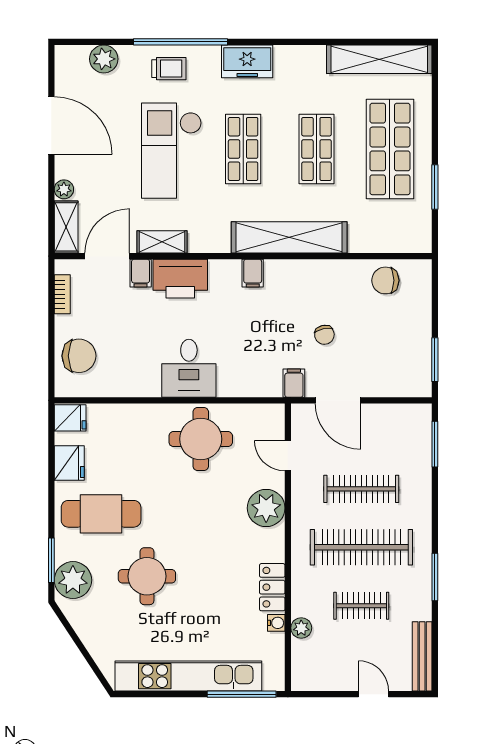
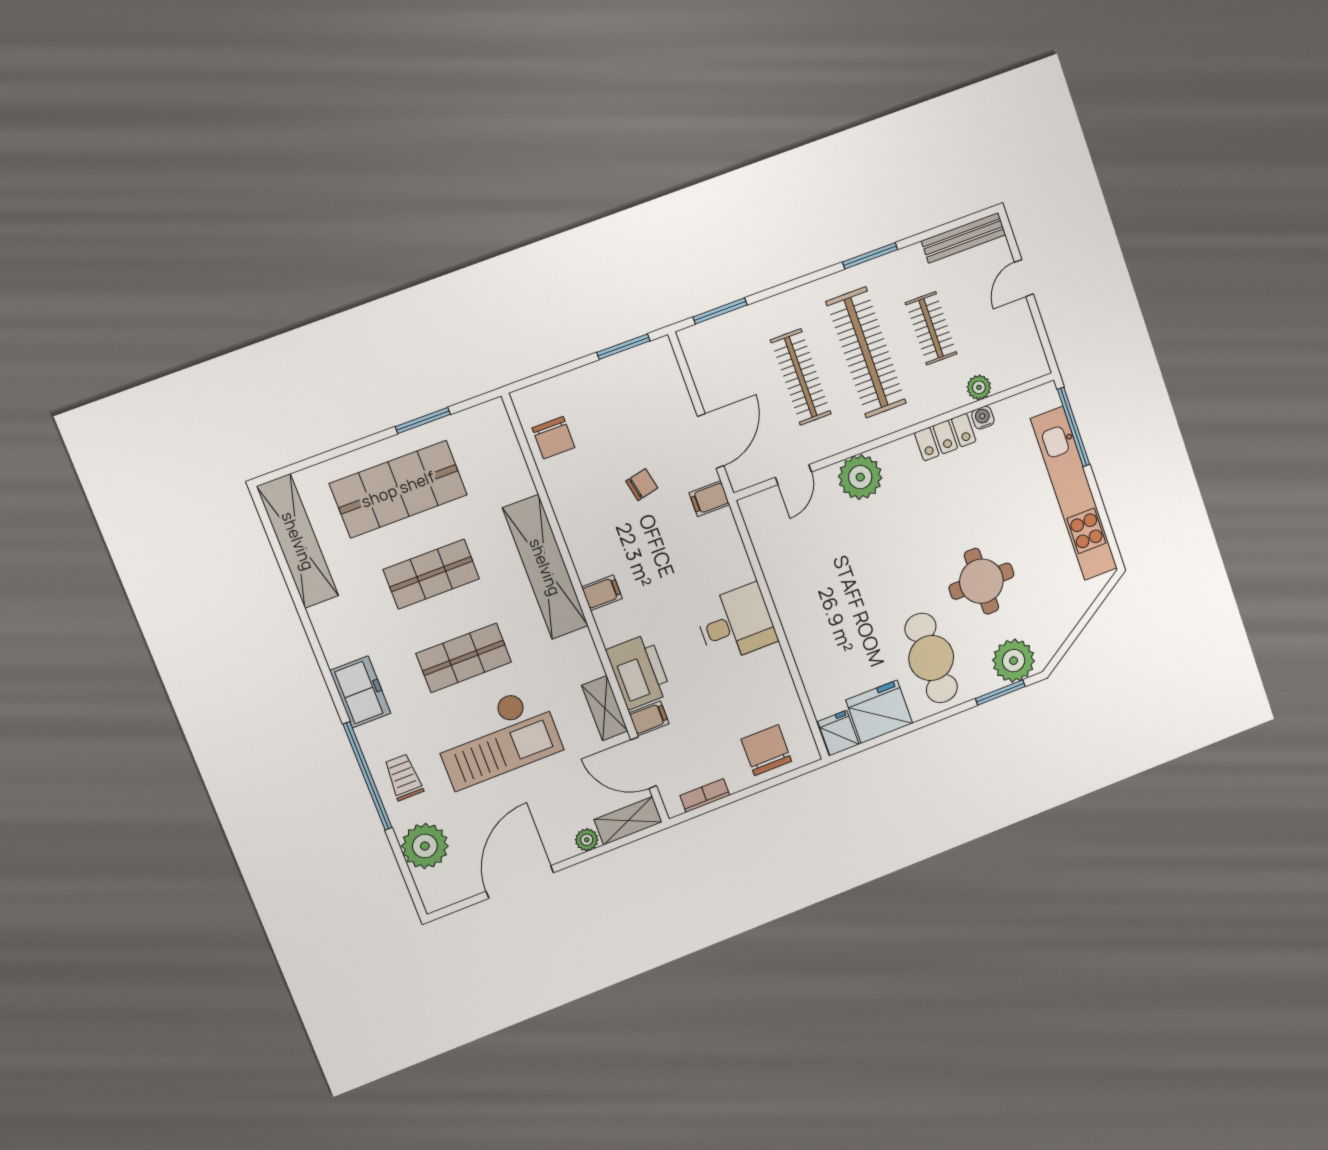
plant: (104, 59) -> (425, 846), width x1.36, depth x1.36
round table: (201, 439) -> (810, 580), removed
fridge: (69, 463) -> (879, 712), width x1.36, depth x1.34

